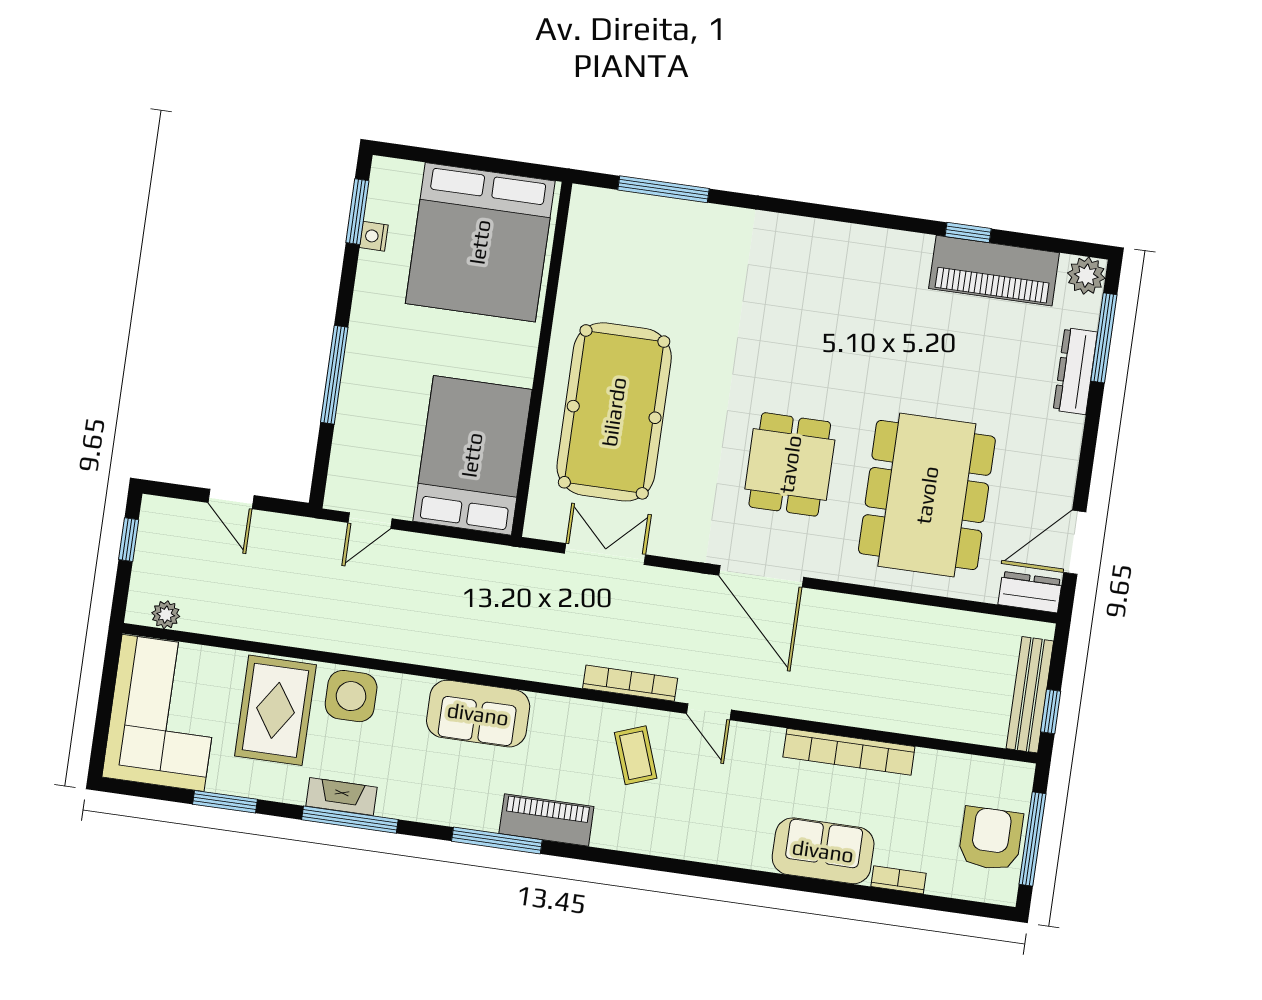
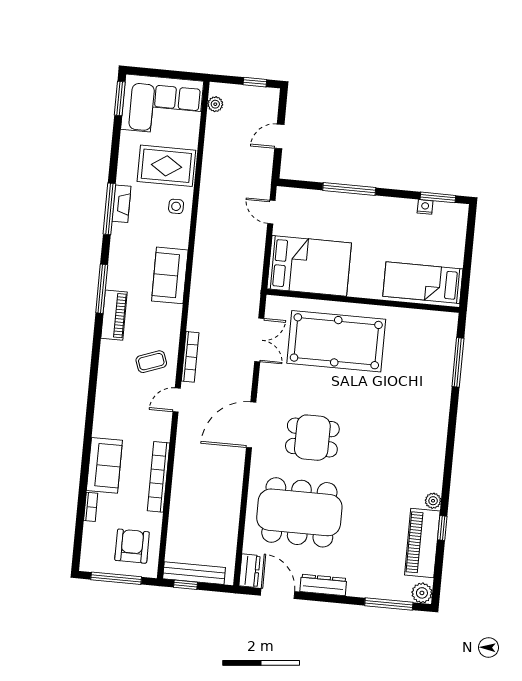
bed: (480, 242) -> (423, 283), width x0.49
plant: (917, 247) -> (433, 501), added
dresser: (1075, 371) -> (323, 585), moved
side table: (351, 696) -> (176, 206), width x0.54, depth x0.54
window: (225, 802) -> (120, 98), moved
armchair: (991, 839) -> (132, 546), moved, turned -90

